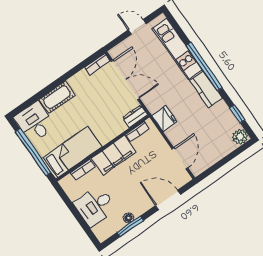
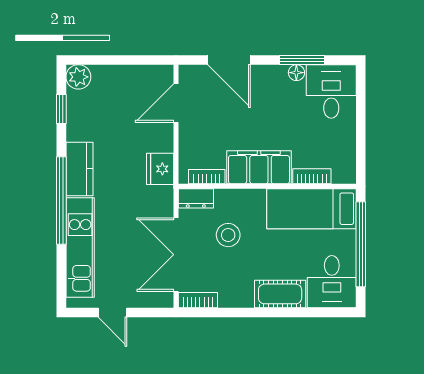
stool: (105, 109) -> (228, 235), added
desk: (95, 206) -> (331, 91), moved, turned -90

